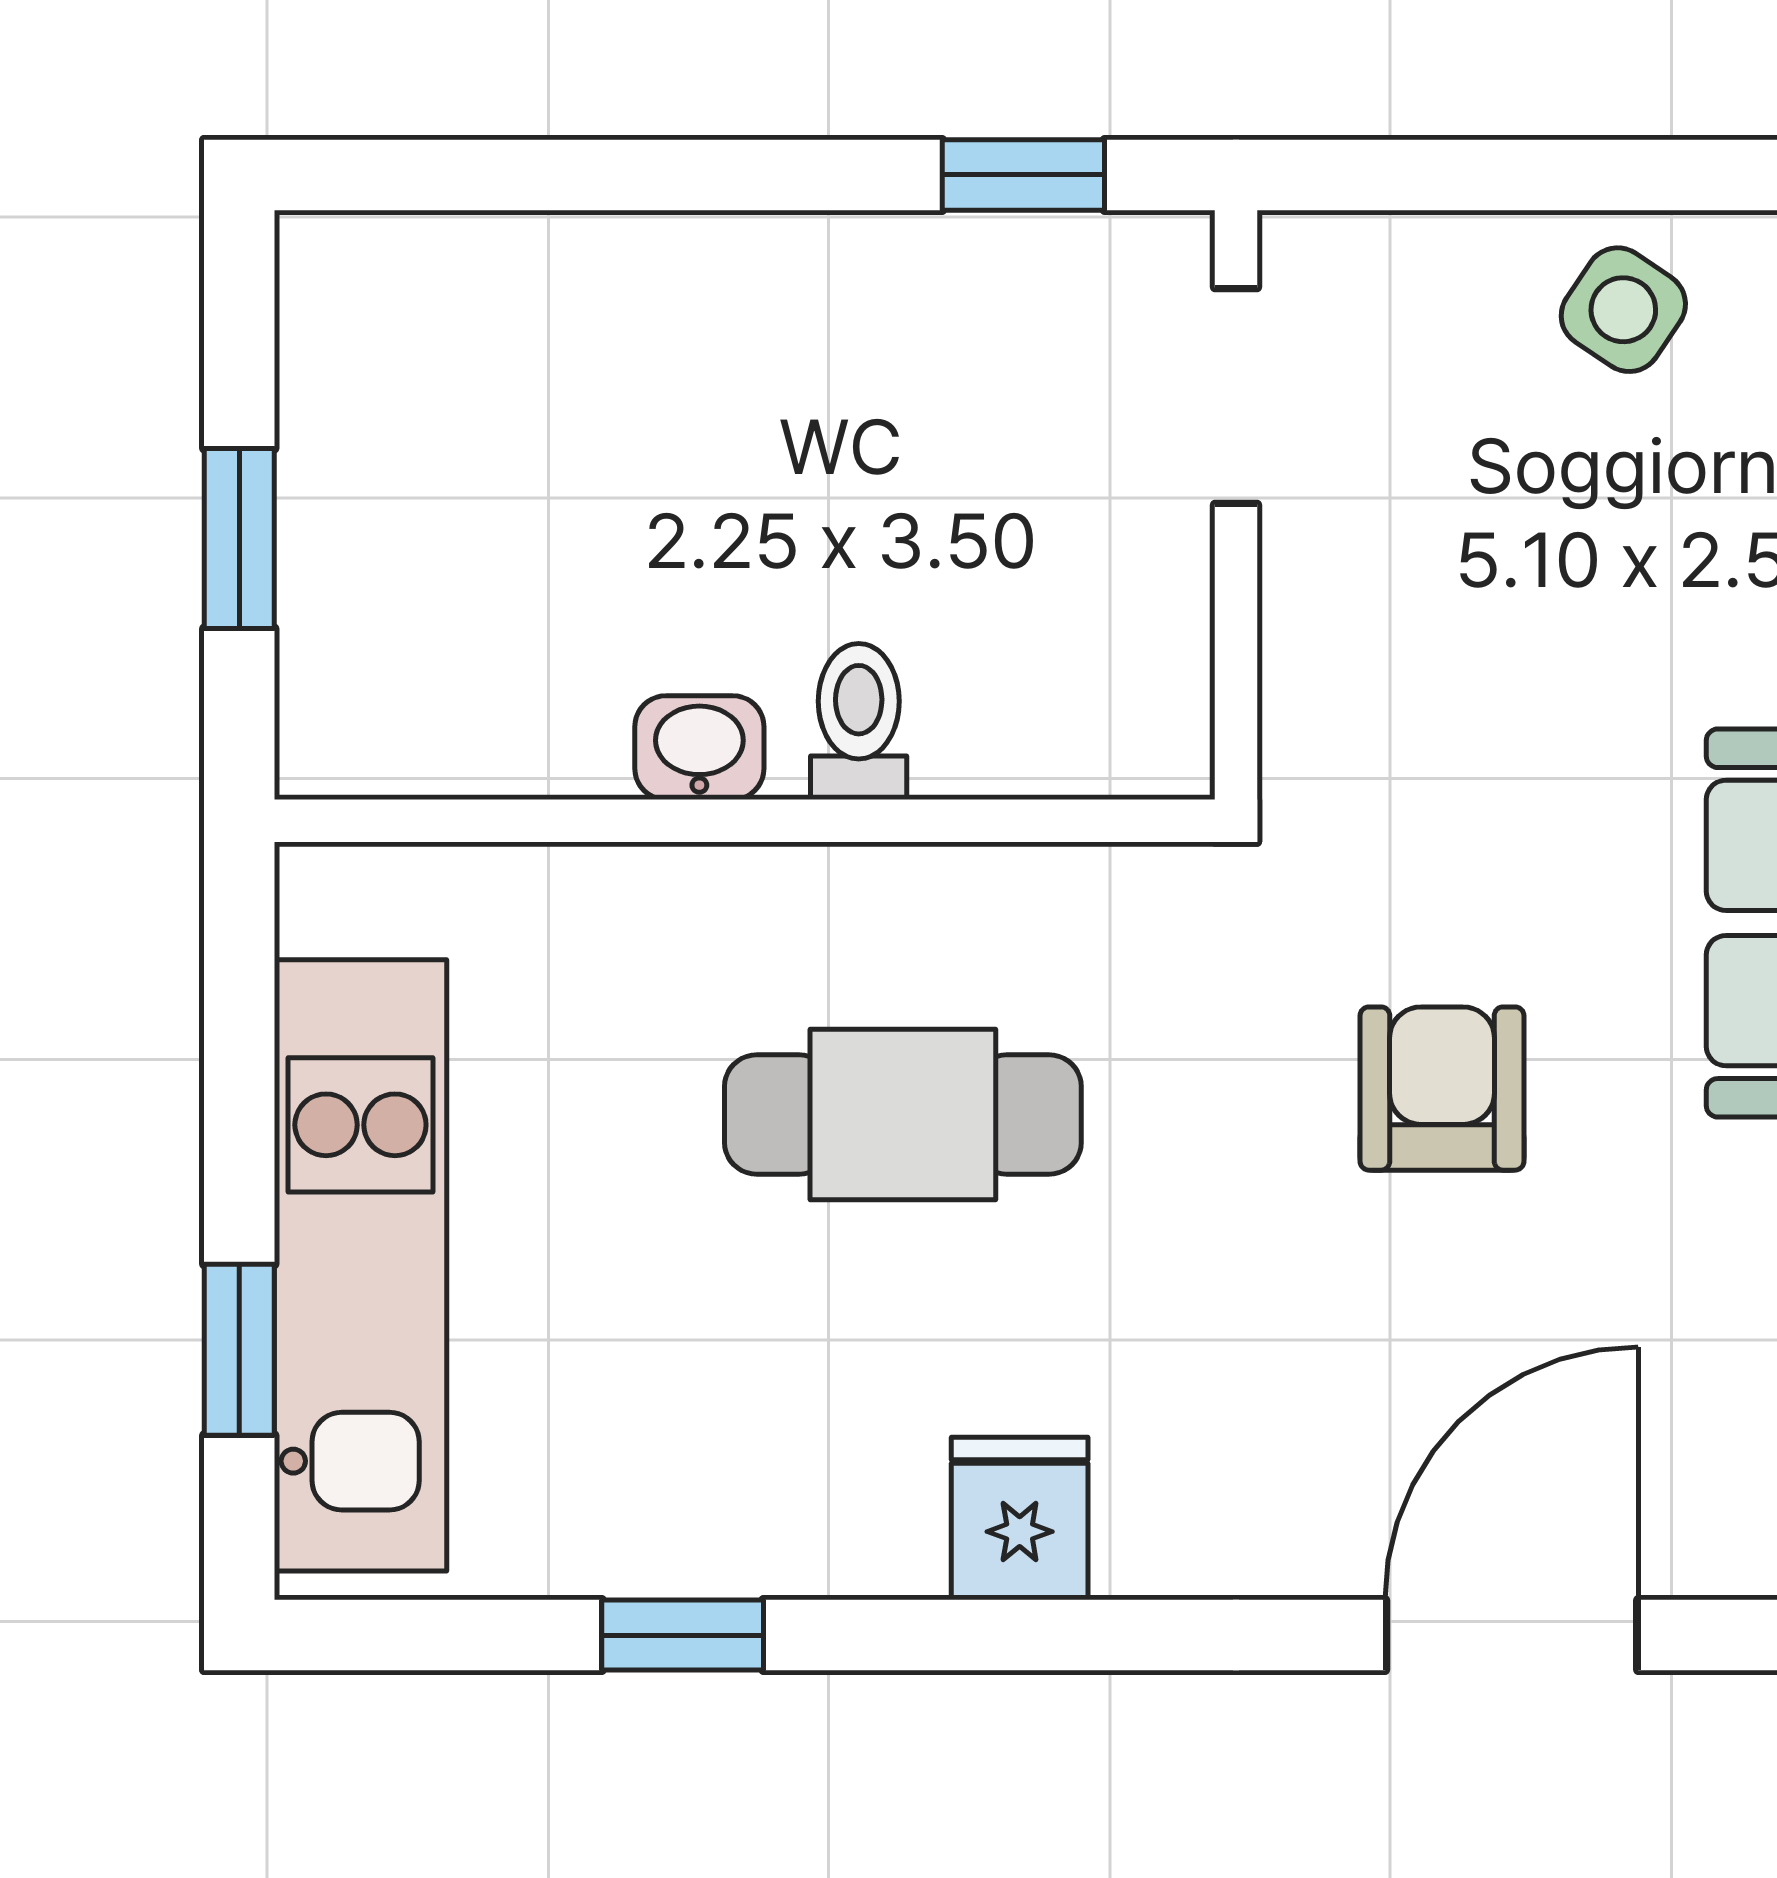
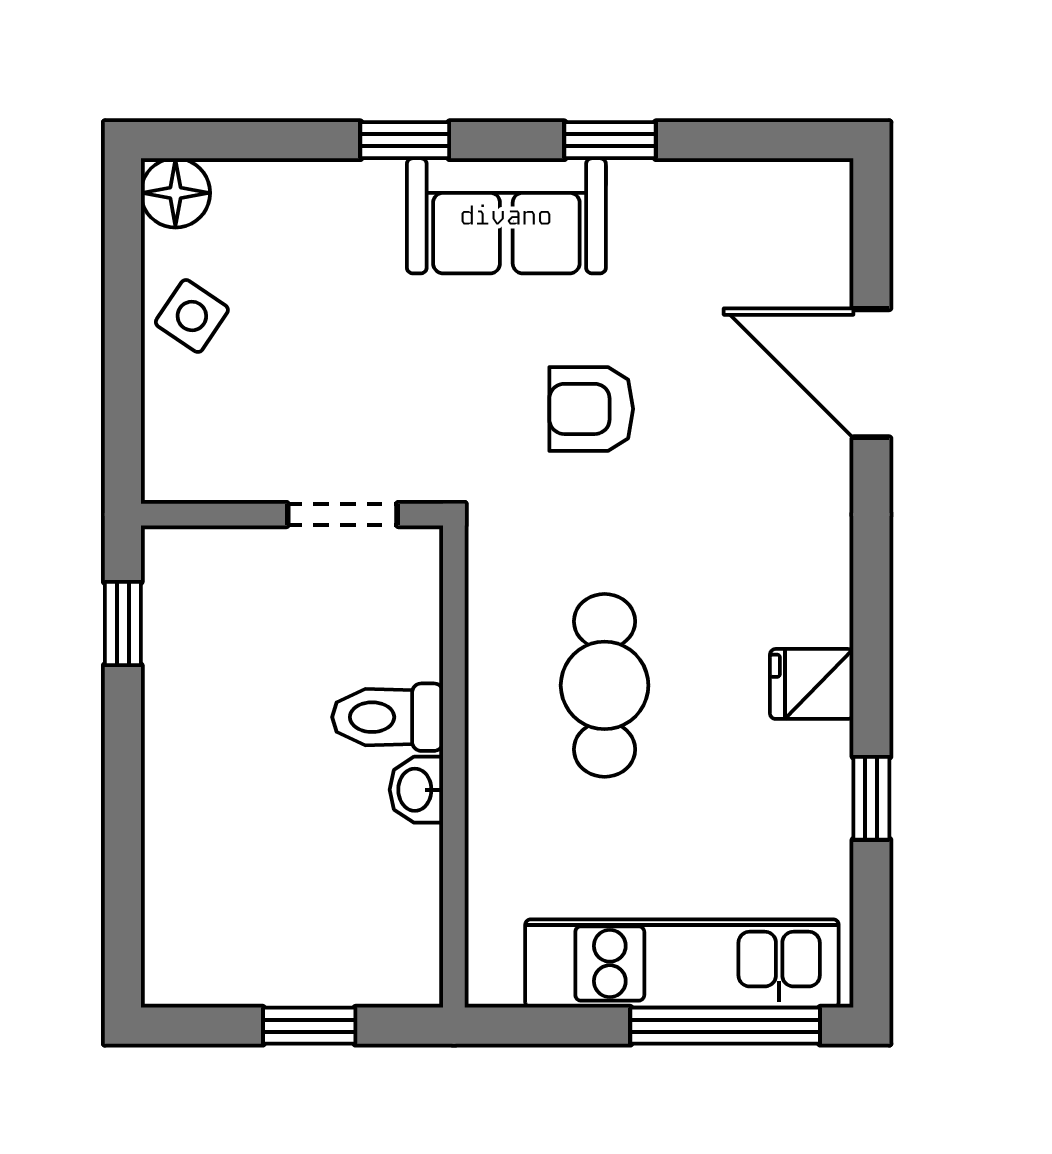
doorway: (1236, 396) -> (342, 515), moved
toilet: (859, 722) -> (388, 717), width x1.37, depth x1.39
window: (239, 1350) -> (725, 1026), width x2.17
fridge: (1020, 1519) -> (812, 684), moved

